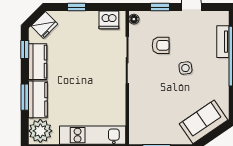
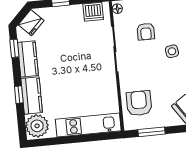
armchair: (161, 45) -> (146, 32), turned 90
window: (25, 97) -> (19, 95), width x0.67
armchair: (147, 118) -> (139, 103), added

